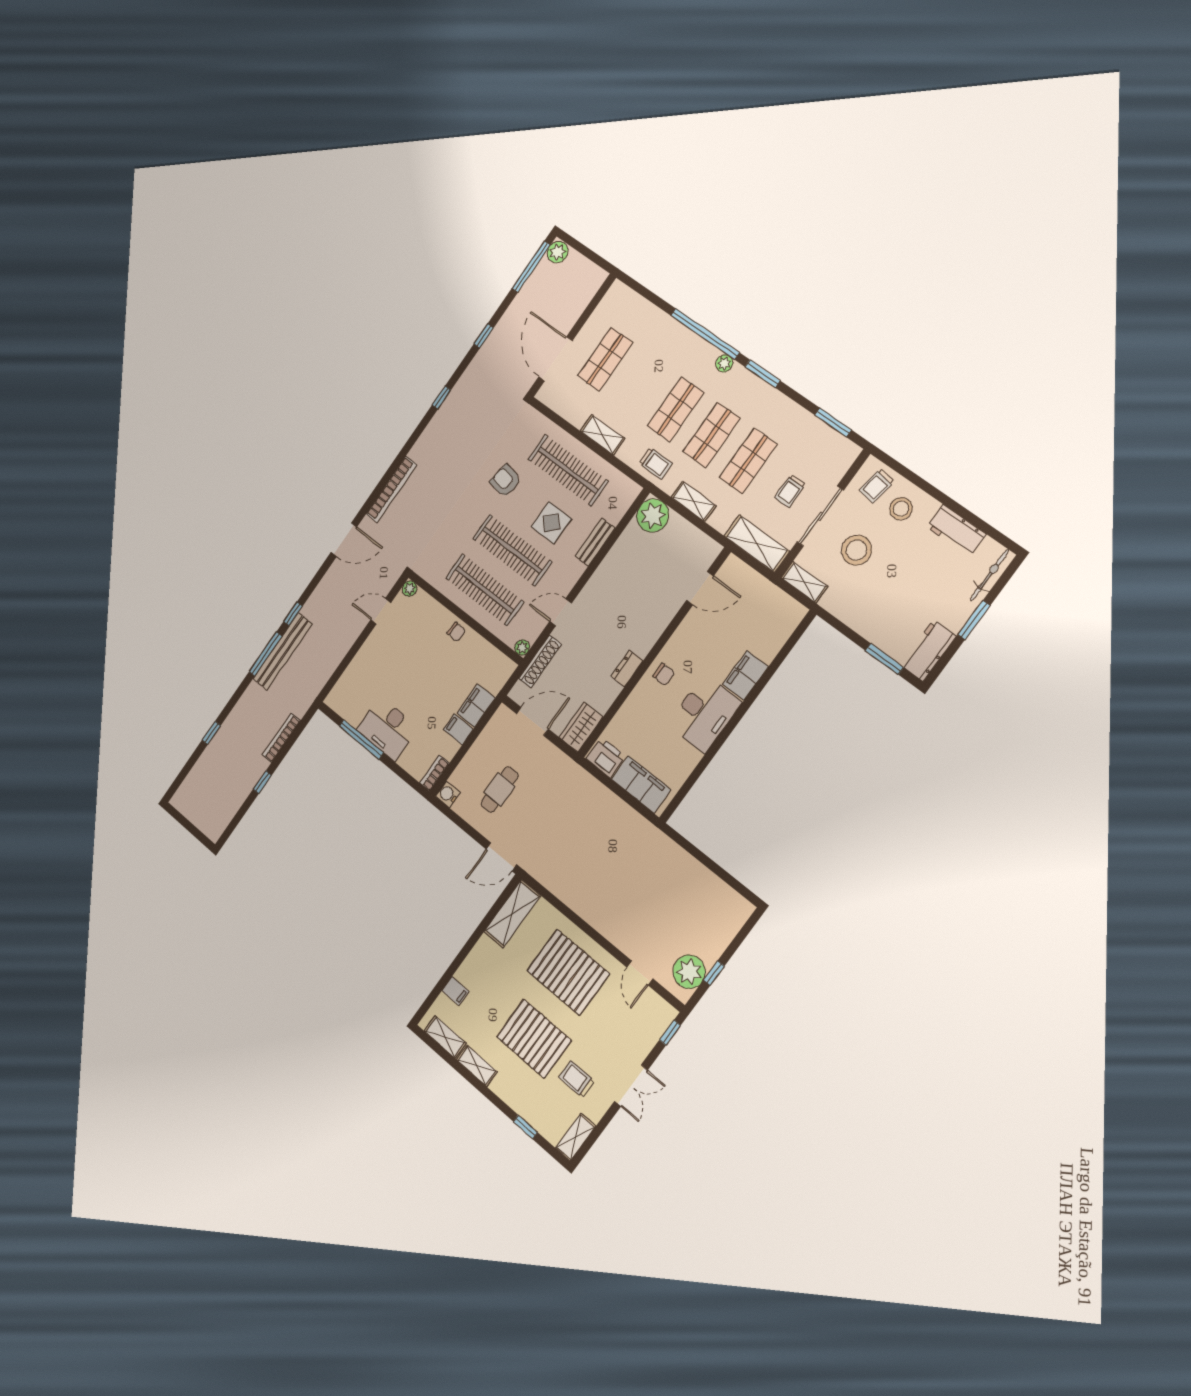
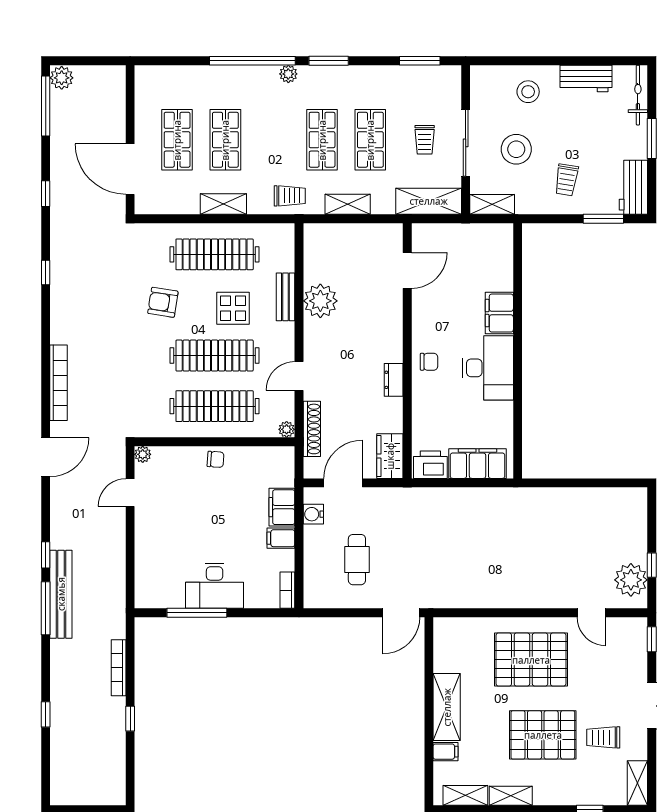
shop shelf: (676, 409) -> (225, 140), moved
trolley: (877, 486) -> (566, 180), moved
plant: (653, 516) -> (320, 301), moved
water cooler: (448, 794) -> (313, 514), moved
shelving: (512, 914) -> (447, 707), moved

